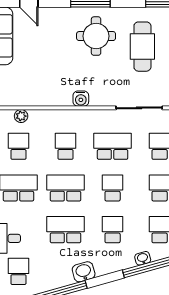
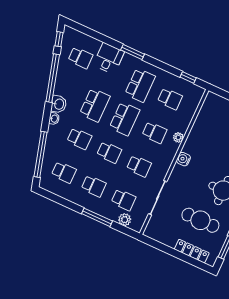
plant: (21, 116) -> (178, 137), moved
school desk: (113, 146) -> (139, 166), width x0.54
washbasin: (143, 258) -> (54, 119), moved

